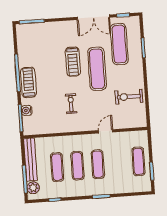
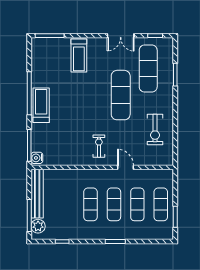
double door: (93, 17) -> (121, 36), width x0.73
treadmill: (73, 62) -> (79, 56), moved
exercise bike: (129, 97) -> (155, 130), turned -90
exercise bike: (71, 104) -> (99, 146), moved
water cooler: (27, 110) -> (37, 158), moved
door: (106, 131) -> (126, 167), hinge flipped
exercise mat: (57, 167) -> (137, 204), moved

